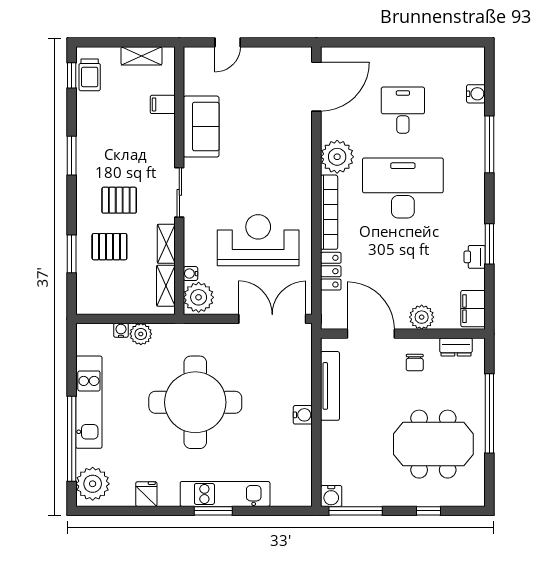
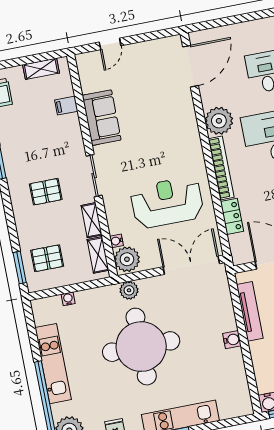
pallet: (109, 247) -> (47, 258), moved
window: (72, 254) -> (20, 268), moved
plant: (141, 334) -> (129, 290), moved

